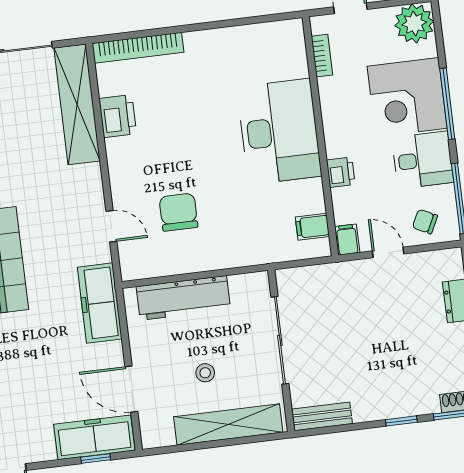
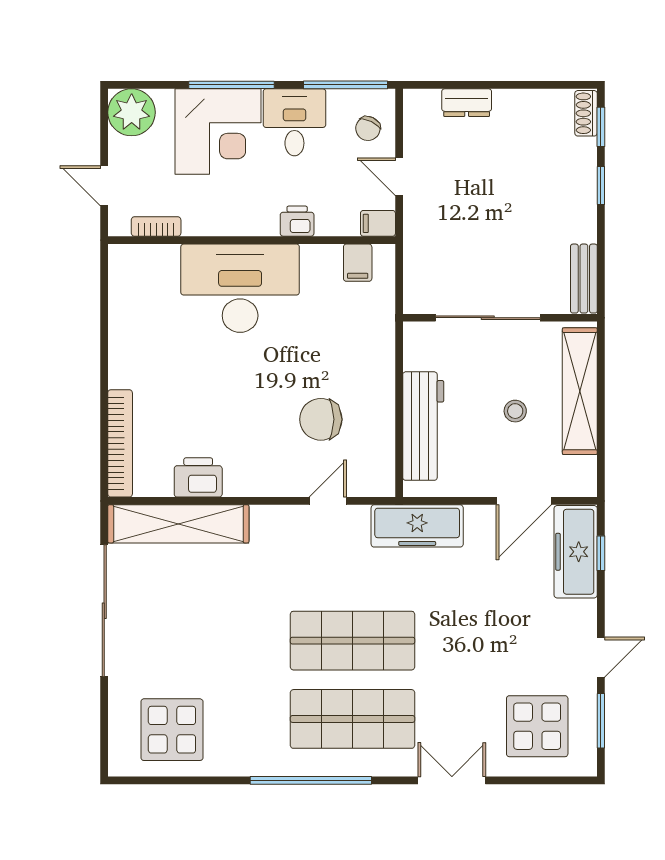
door: (388, 252) -> (399, 177), hinge flipped

